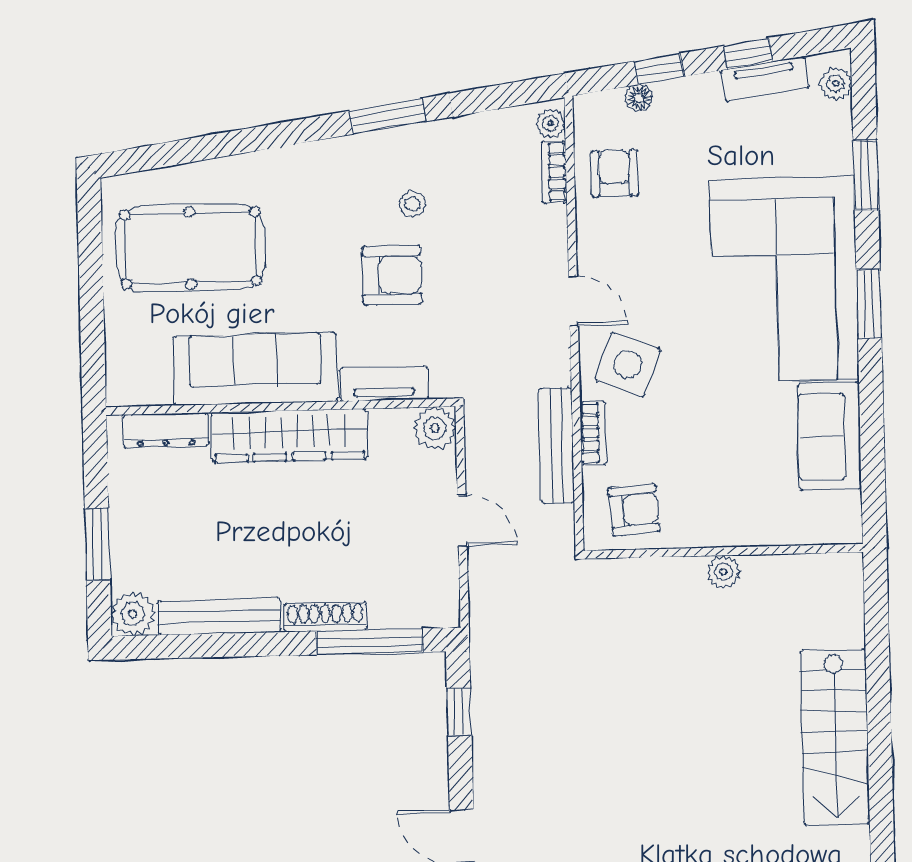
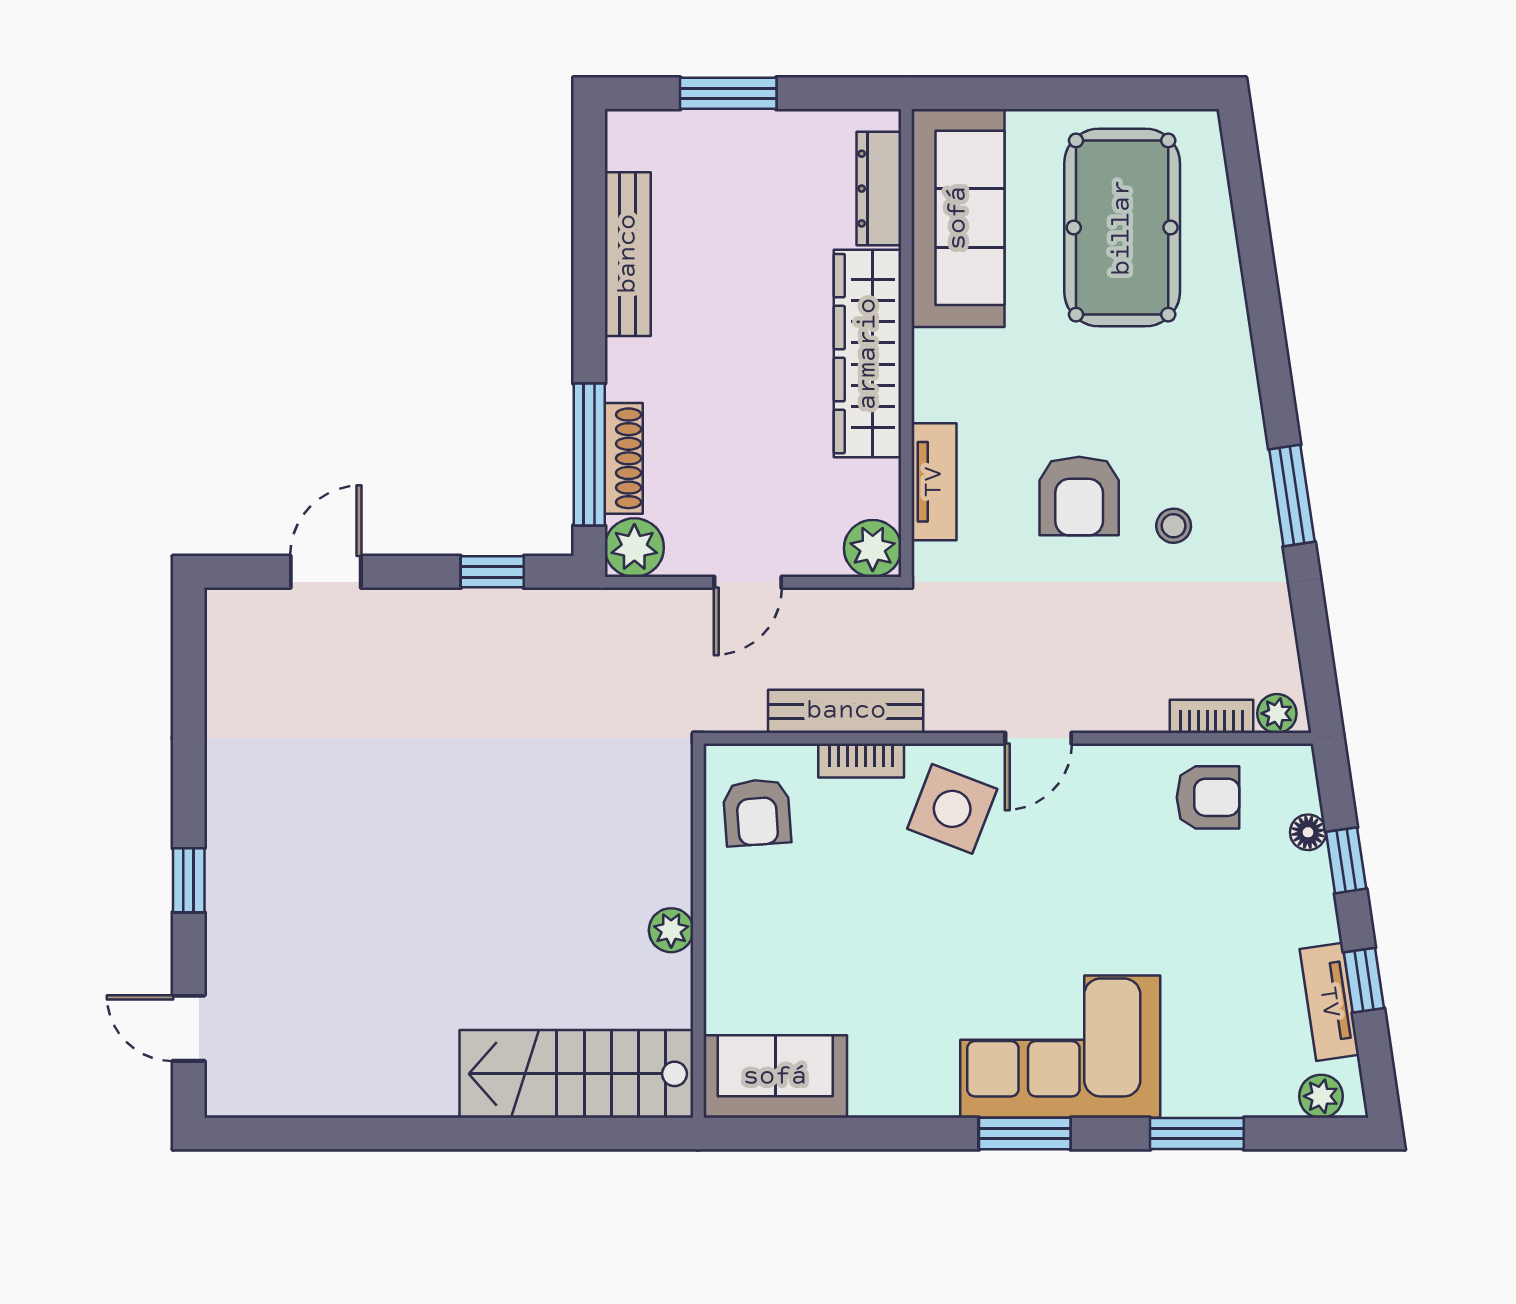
corner sofa: (784, 279) -> (1060, 1047), width x0.73, depth x0.74
sofa: (255, 369) -> (958, 218), moved
sofa: (830, 437) -> (775, 1077), moved
plant: (133, 614) -> (634, 548), moved
shoe rack: (325, 617) -> (624, 458), moved
stairs: (835, 737) -> (576, 1074), moved

